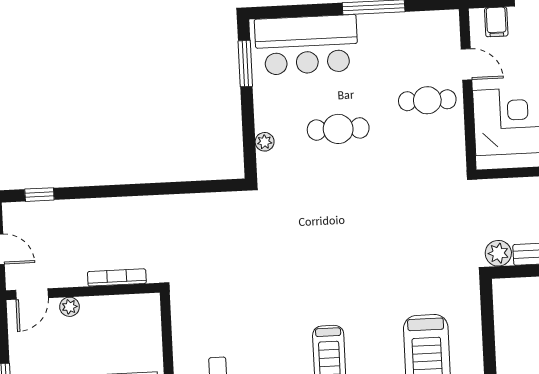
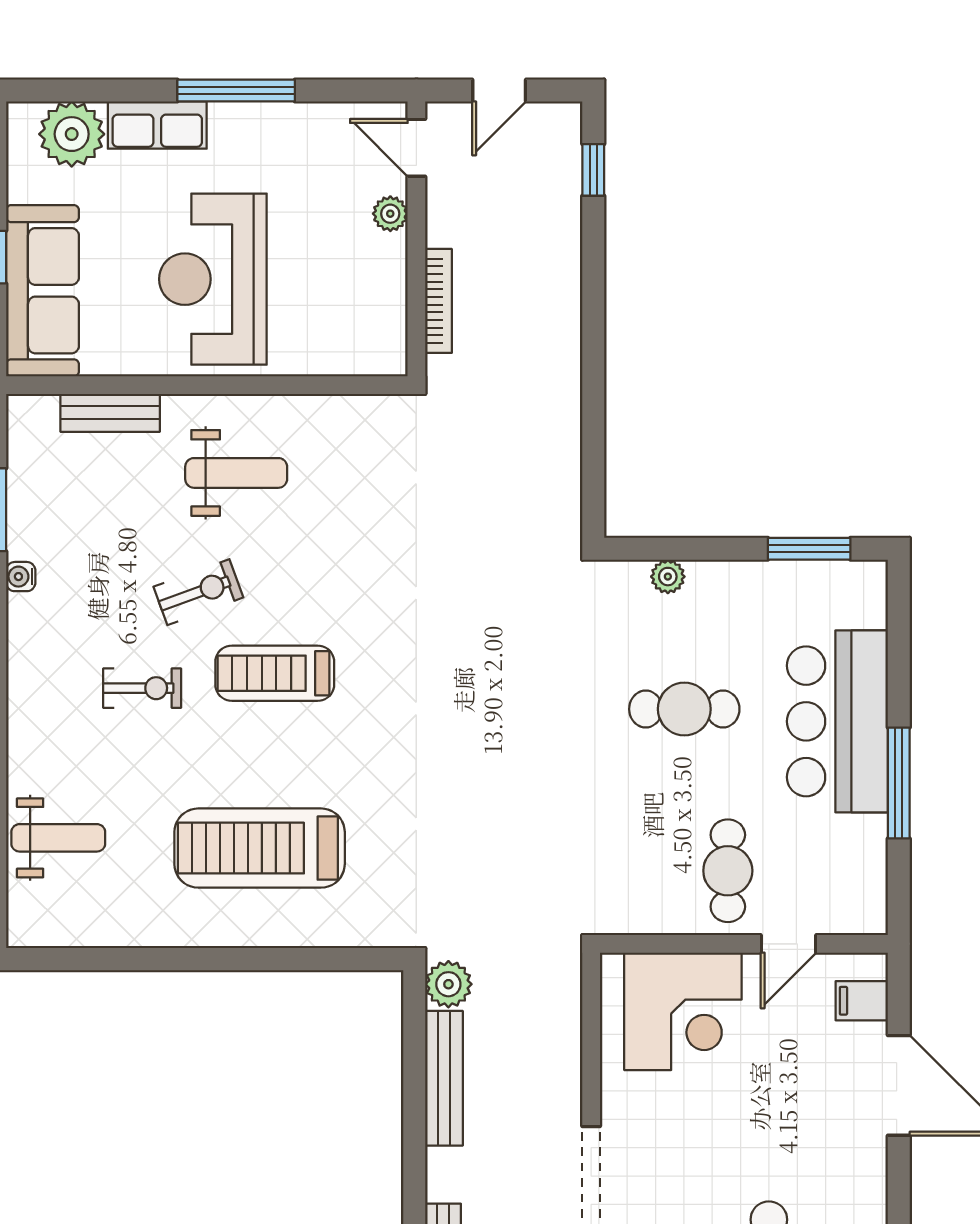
bar counter: (306, 45) -> (837, 721), moved
cafe table: (338, 129) -> (684, 709), turned 90

